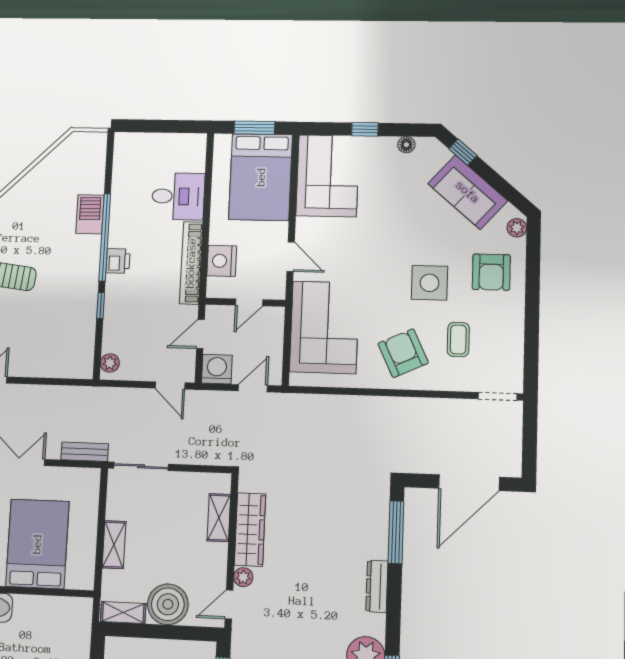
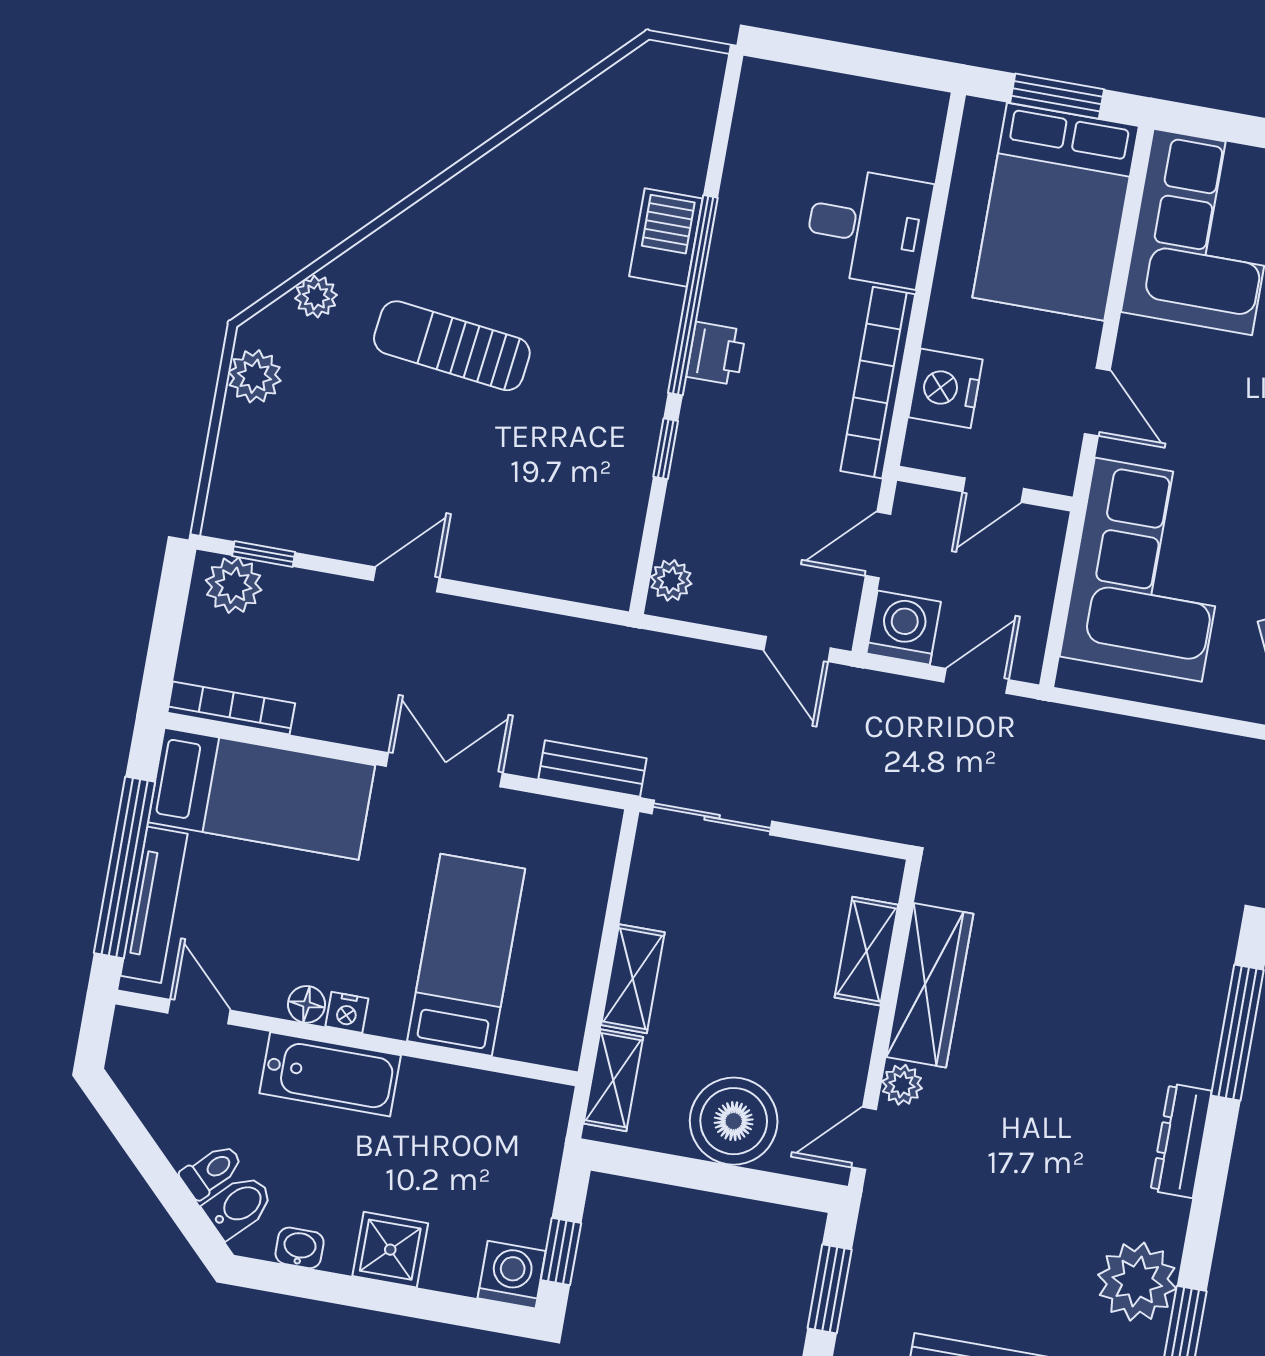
bed: (37, 544) -> (466, 955), width x0.67
shelving: (123, 612) -> (613, 1080), moved, turned 90

